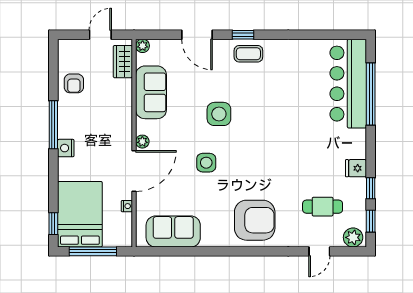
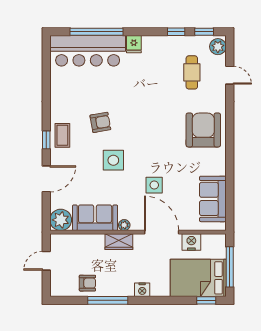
door: (100, 35) -> (46, 261), hinge flipped
plant: (143, 46) -> (61, 220), width x1.87, depth x1.87
wardrobe: (123, 62) -> (119, 242), moved
armchair: (264, 99) -> (100, 122), added
window: (53, 125) -> (108, 300), moved
plant: (142, 142) -> (124, 225), moved
side table: (206, 163) -> (154, 185), moved
fridge: (356, 168) -> (134, 44), moved
nightstand: (127, 206) -> (191, 242), width x1.89, depth x1.79

